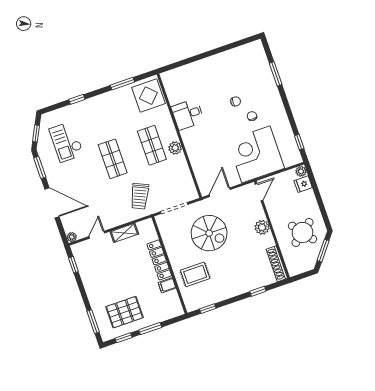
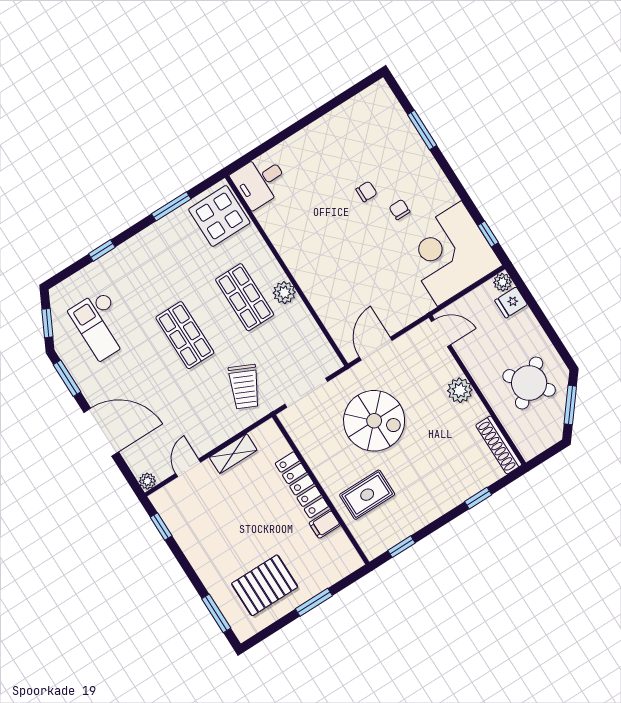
desk: (188, 114) -> (260, 181), moved
corner desk: (256, 154) -> (450, 254), moved
door: (259, 192) -> (441, 333), hinge flipped
window: (123, 338) -> (273, 628), removed

